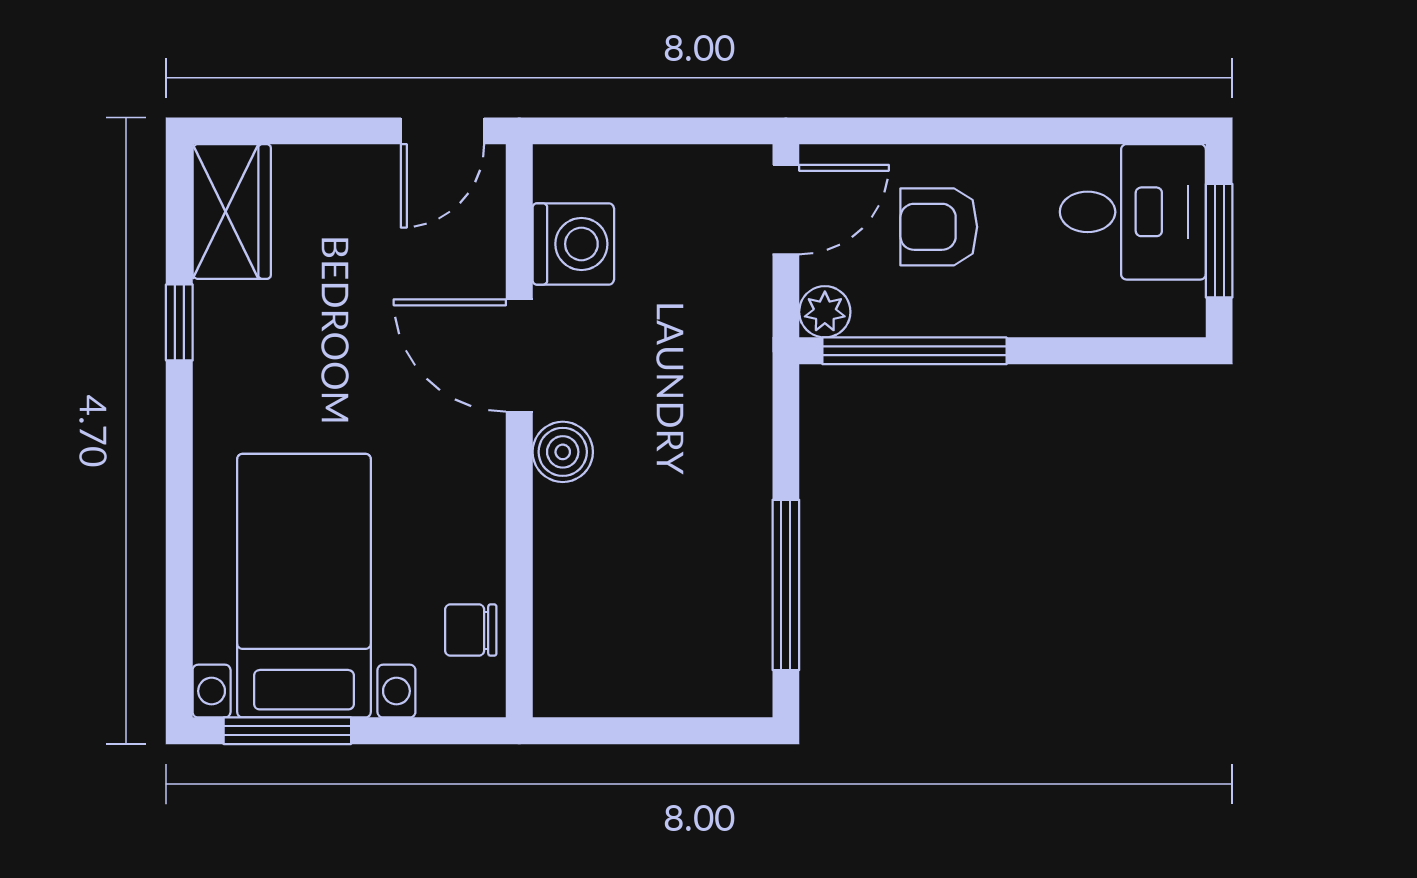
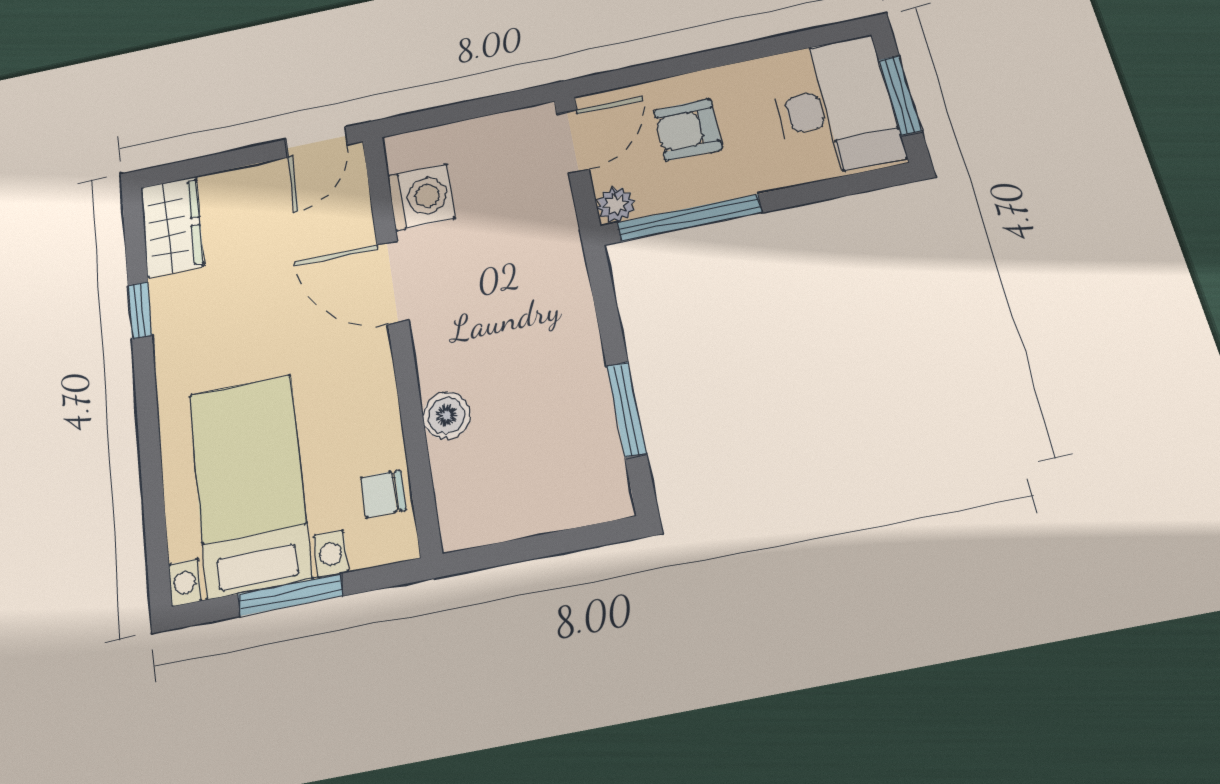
desk: (1133, 212) -> (835, 106), width x1.37
boiler: (563, 452) -> (446, 416), moved
window: (786, 585) -> (626, 409), width x0.69
window: (287, 731) -> (290, 595), moved

